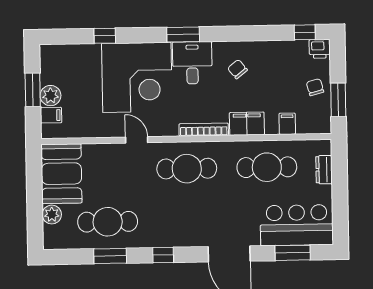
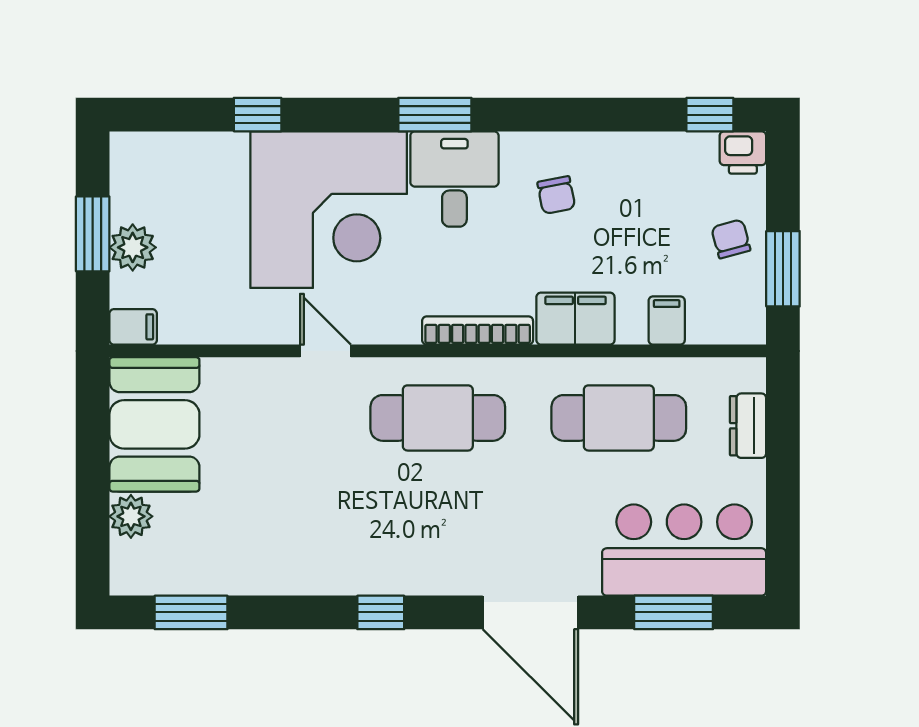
chair: (237, 69) -> (556, 195), turned -152
filing cabinet: (51, 115) -> (133, 327), moved
cafe table: (108, 222) -> (257, 535), removed
window: (110, 256) -> (191, 612), moved

